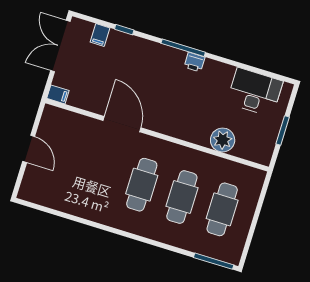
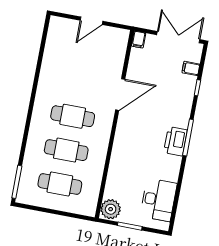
printer: (195, 62) -> (175, 141), width x1.87, depth x1.48
plant: (223, 140) -> (111, 209), moved

